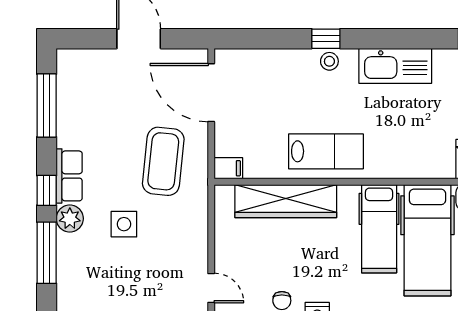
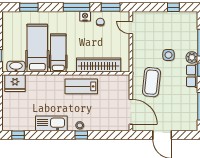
filing cabinet: (228, 168) -> (123, 79), removed

